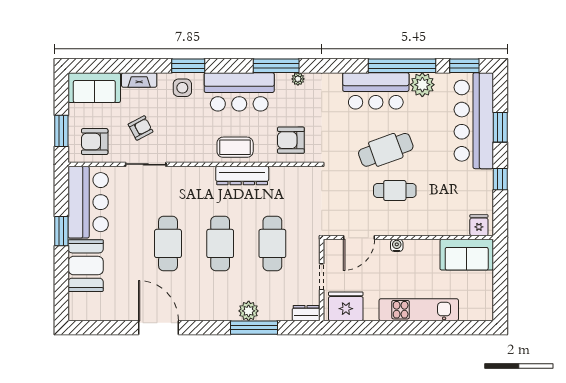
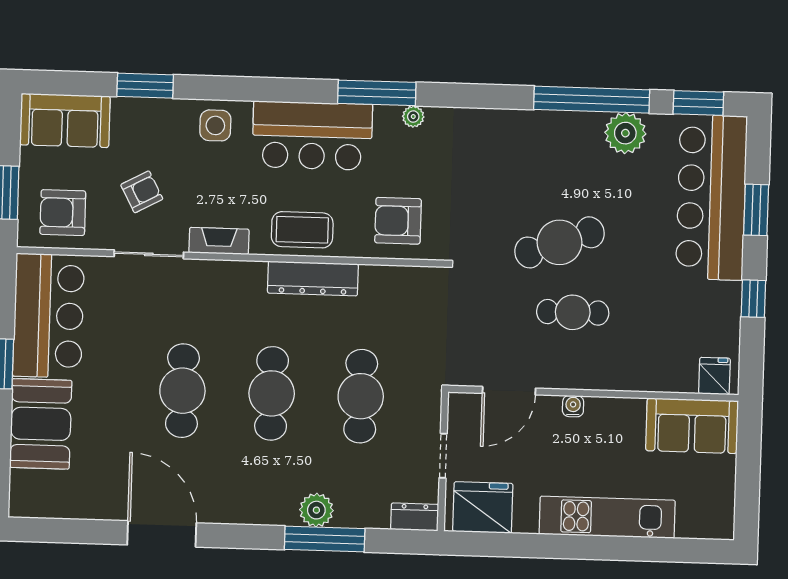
window: (188, 66) -> (145, 86), moved
fireplace: (139, 80) -> (219, 241), moved, turned 180
bar counter: (376, 91) -> (546, 141), removed

